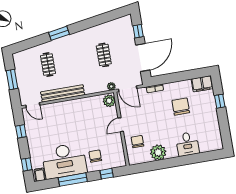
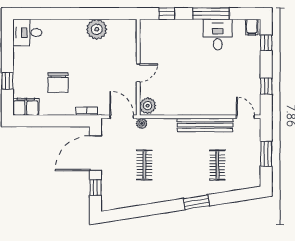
chair: (137, 142) -> (121, 48), removed
desk: (187, 144) -> (27, 33), moved, turned -90
chair: (95, 156) -> (177, 38), removed
desk: (64, 161) -> (218, 35), width x0.53, depth x0.77

